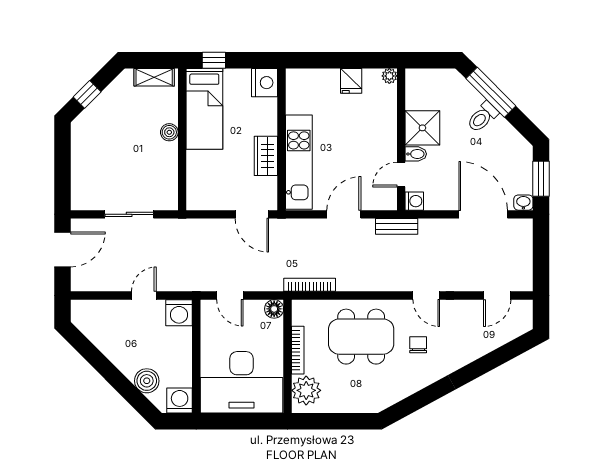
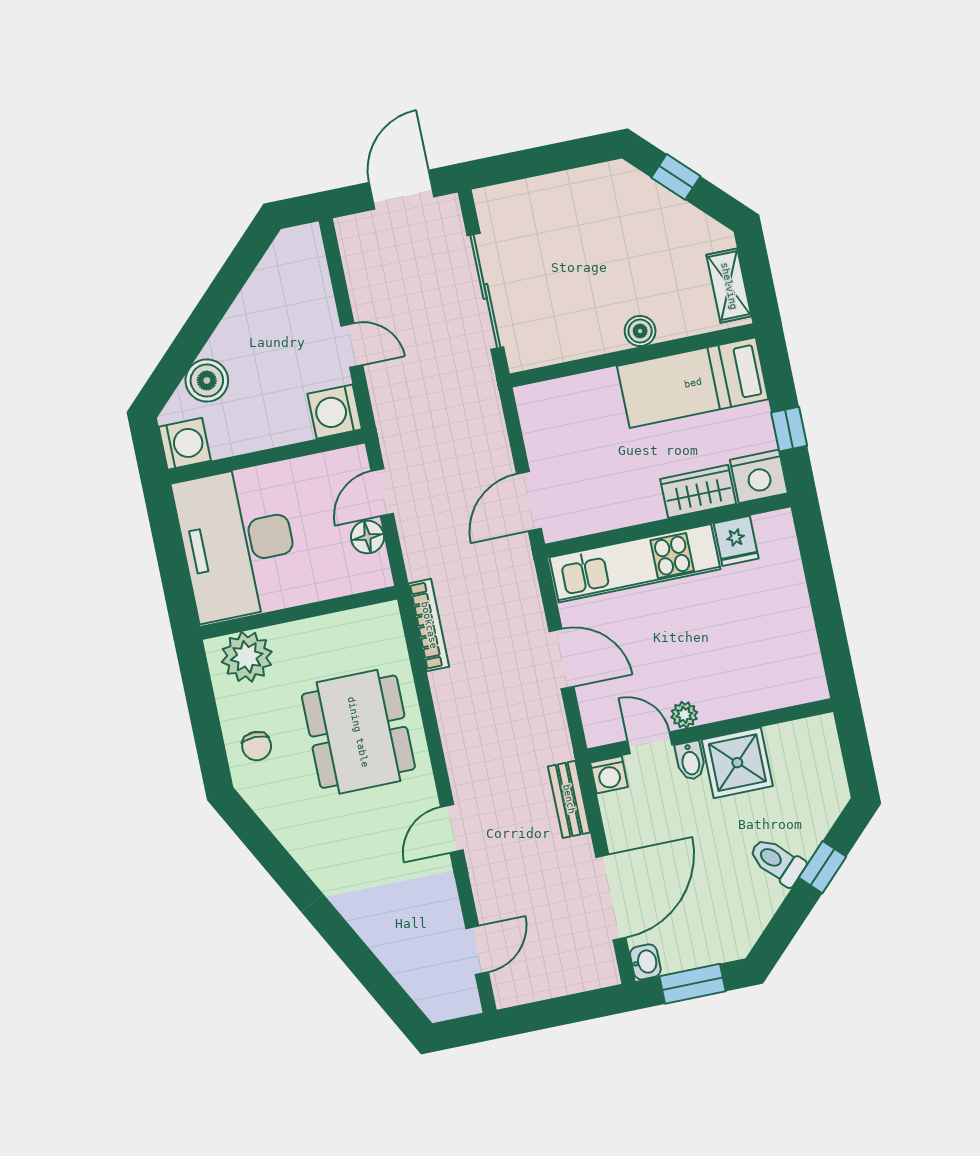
window: (214, 60) -> (789, 429), moved
plant: (389, 76) -> (684, 715), moved
fridge: (351, 81) -> (736, 541), moved, turned -90
window: (491, 92) -> (823, 867), width x0.46
wardrobe: (266, 156) -> (698, 491), moved
sliding door: (129, 214) -> (485, 291), width x1.37
bench: (397, 226) -> (569, 799), moved
door: (62, 249) -> (402, 190), swing flipped
door: (497, 295) -> (477, 950), swing flipped
floor lamp: (274, 309) -> (367, 537), moved
chair: (418, 345) -> (257, 746), moved, turned 90
bookcase: (298, 350) -> (313, 628), removed

